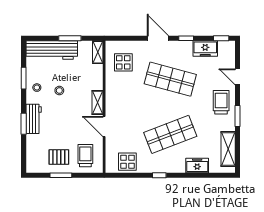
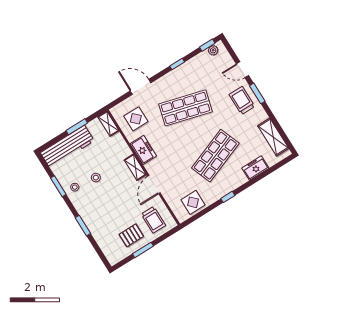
door: (158, 38) -> (141, 87), moved
plant: (223, 46) -> (213, 50), added
freezer: (205, 49) -> (143, 150), moved, turned -90
window: (238, 116) -> (257, 93), moved
workbench: (34, 119) -> (89, 216), removed
door: (104, 127) -> (154, 185), hinge flipped
trolley: (85, 156) -> (153, 220), turned 180

